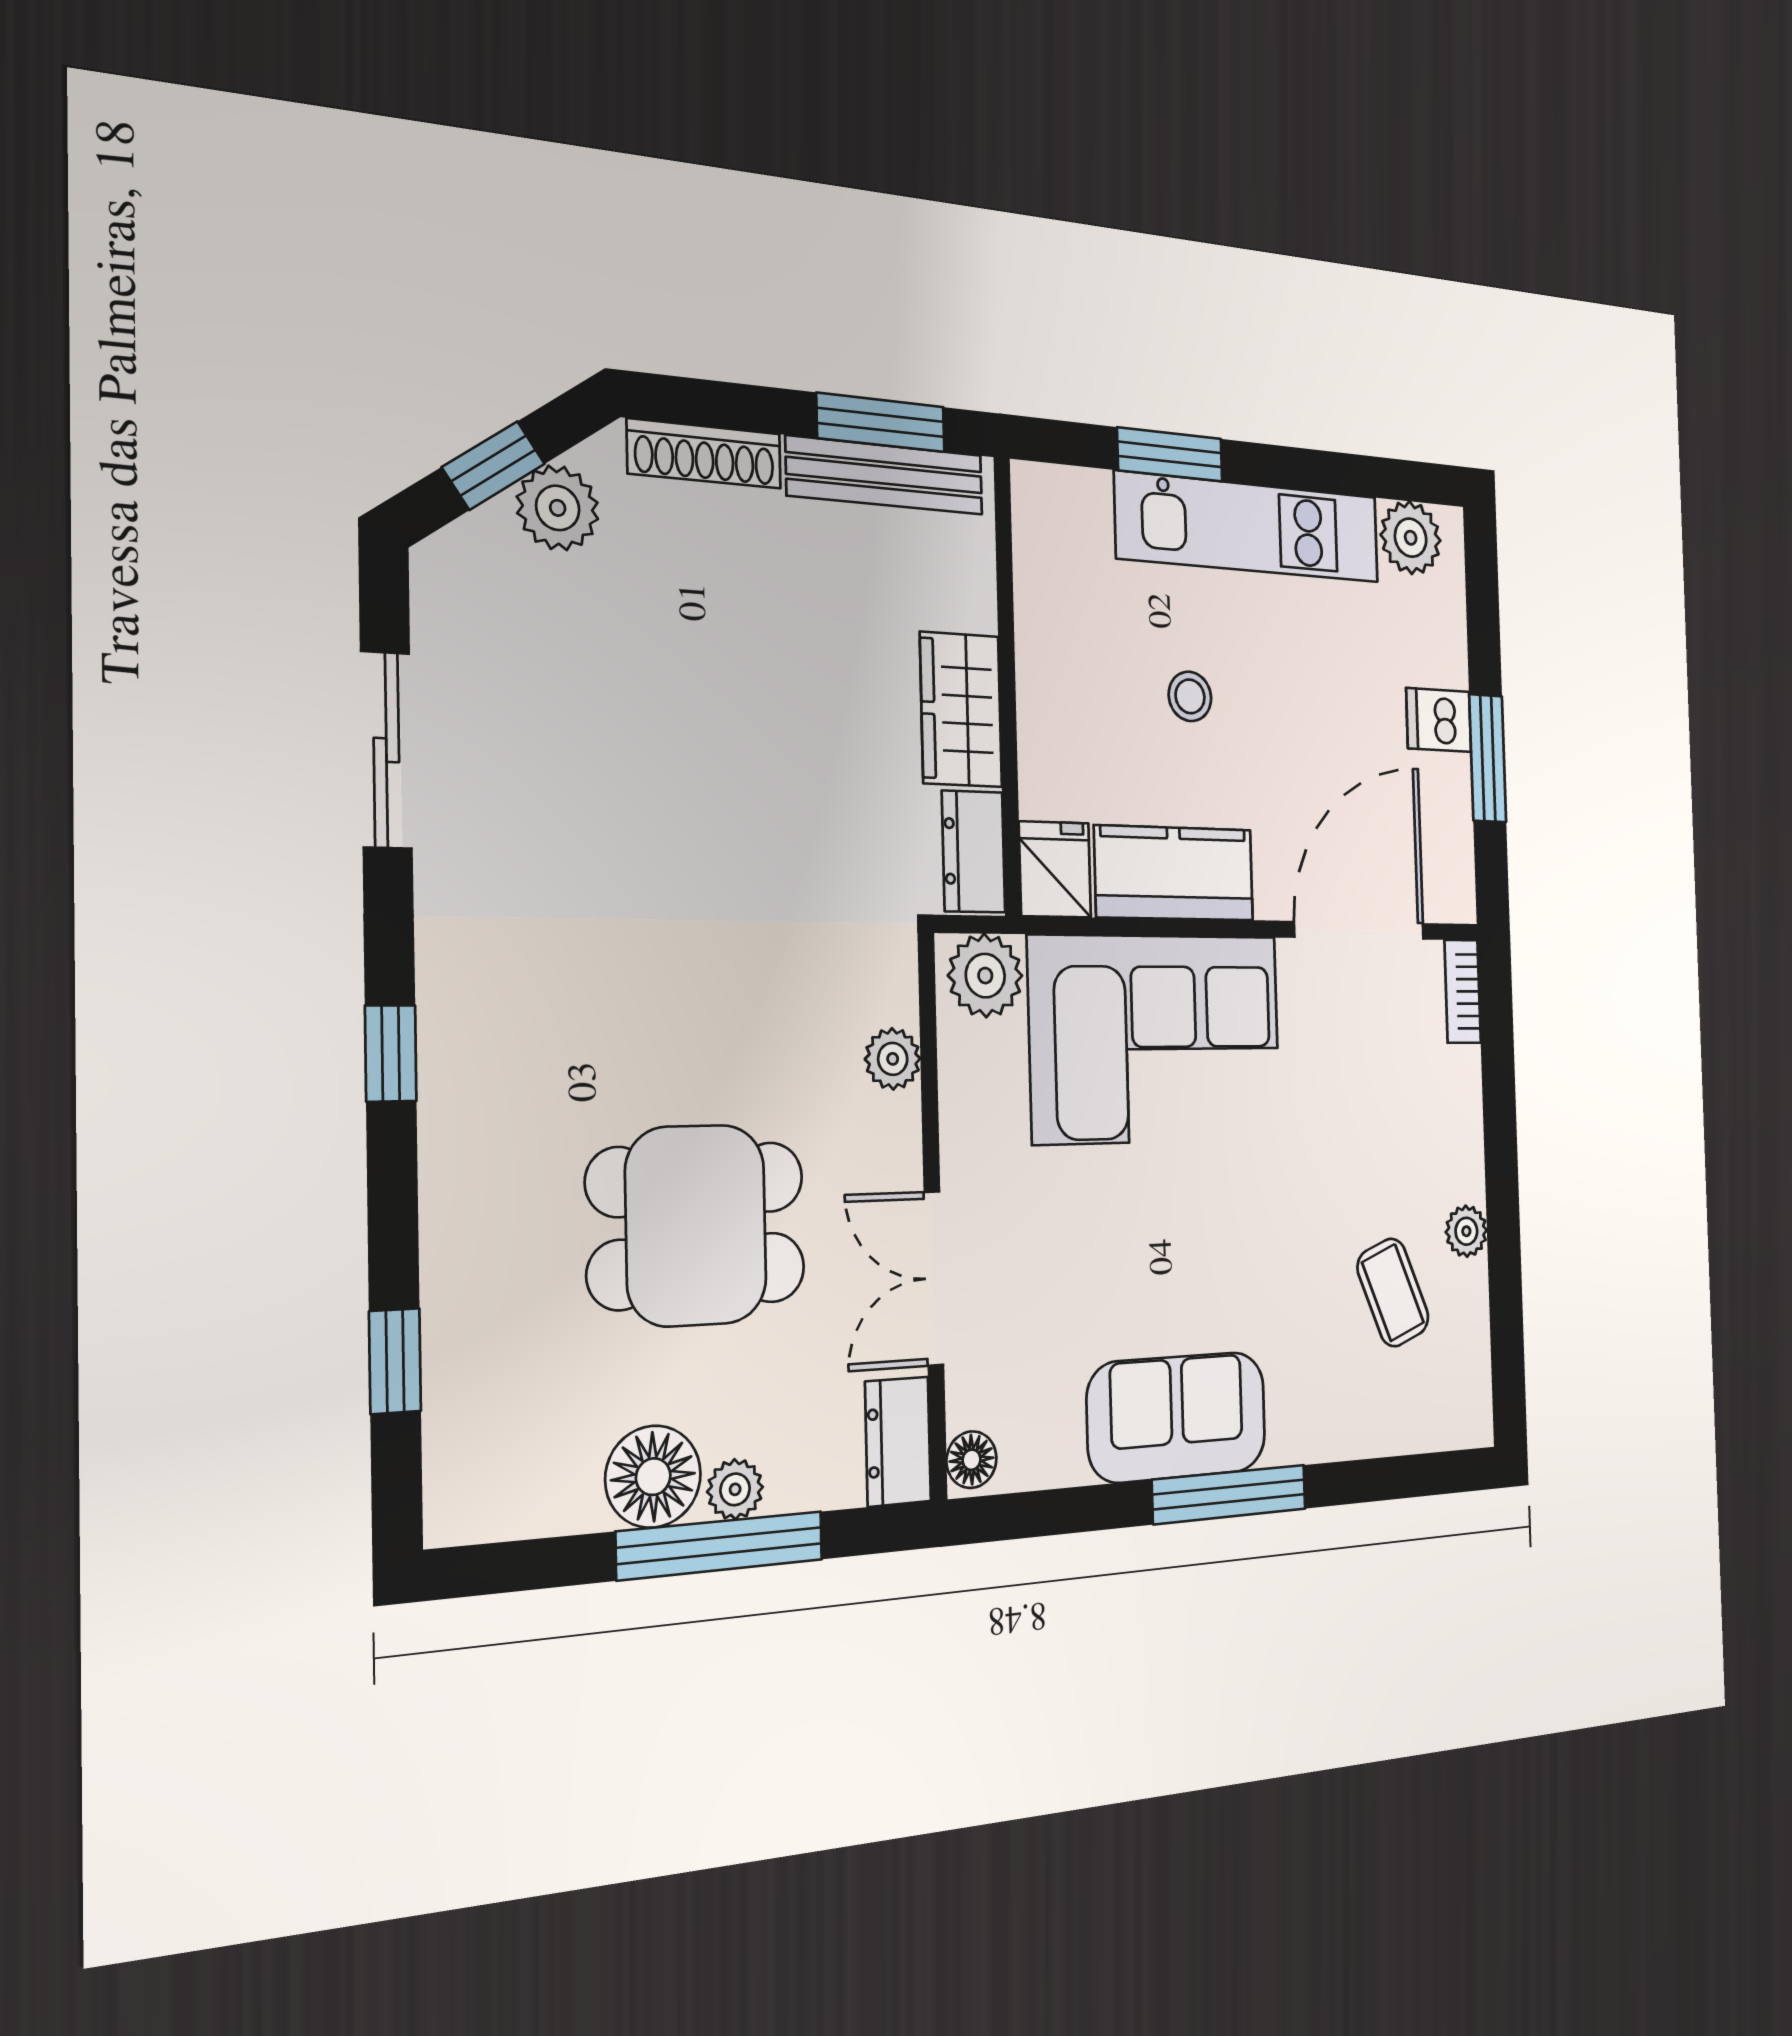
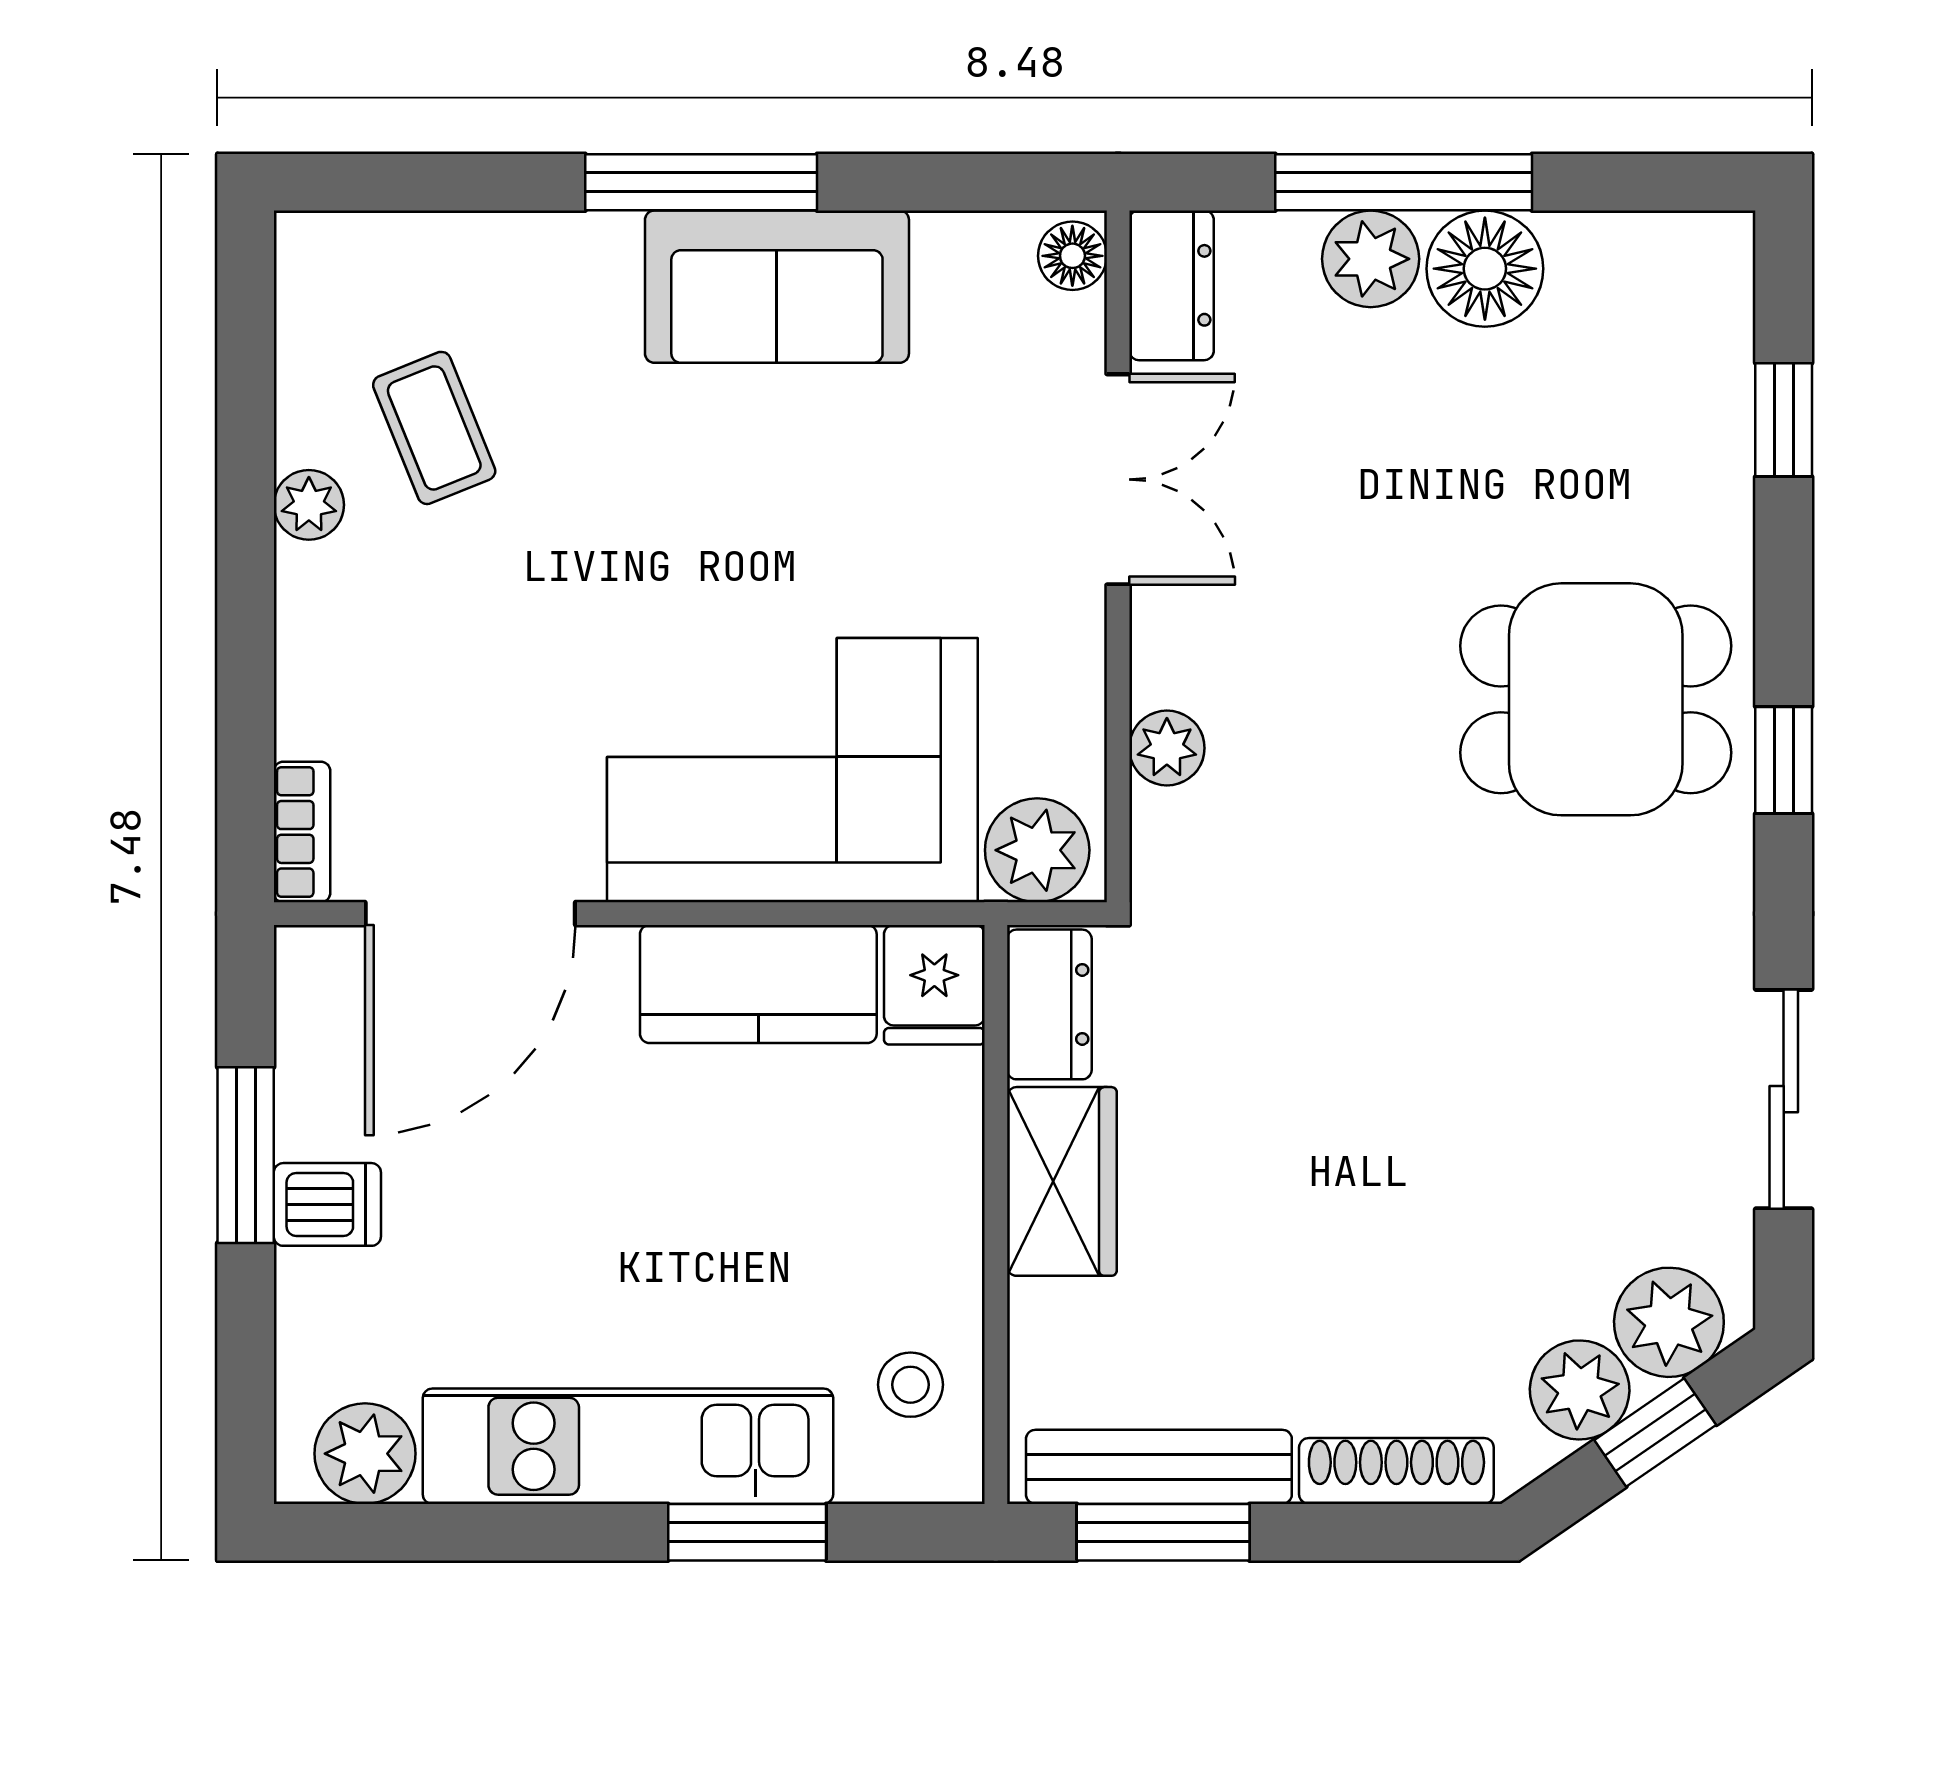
plant: (483, 560) -> (1669, 1322), added
stool: (1190, 696) -> (911, 1385), moved
dining table: (696, 1225) -> (1596, 699), moved
plant: (735, 1489) -> (1371, 259), width x1.38, depth x1.38

